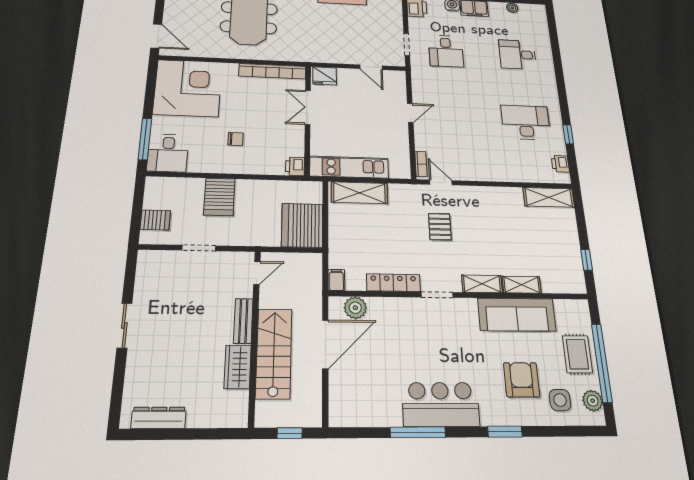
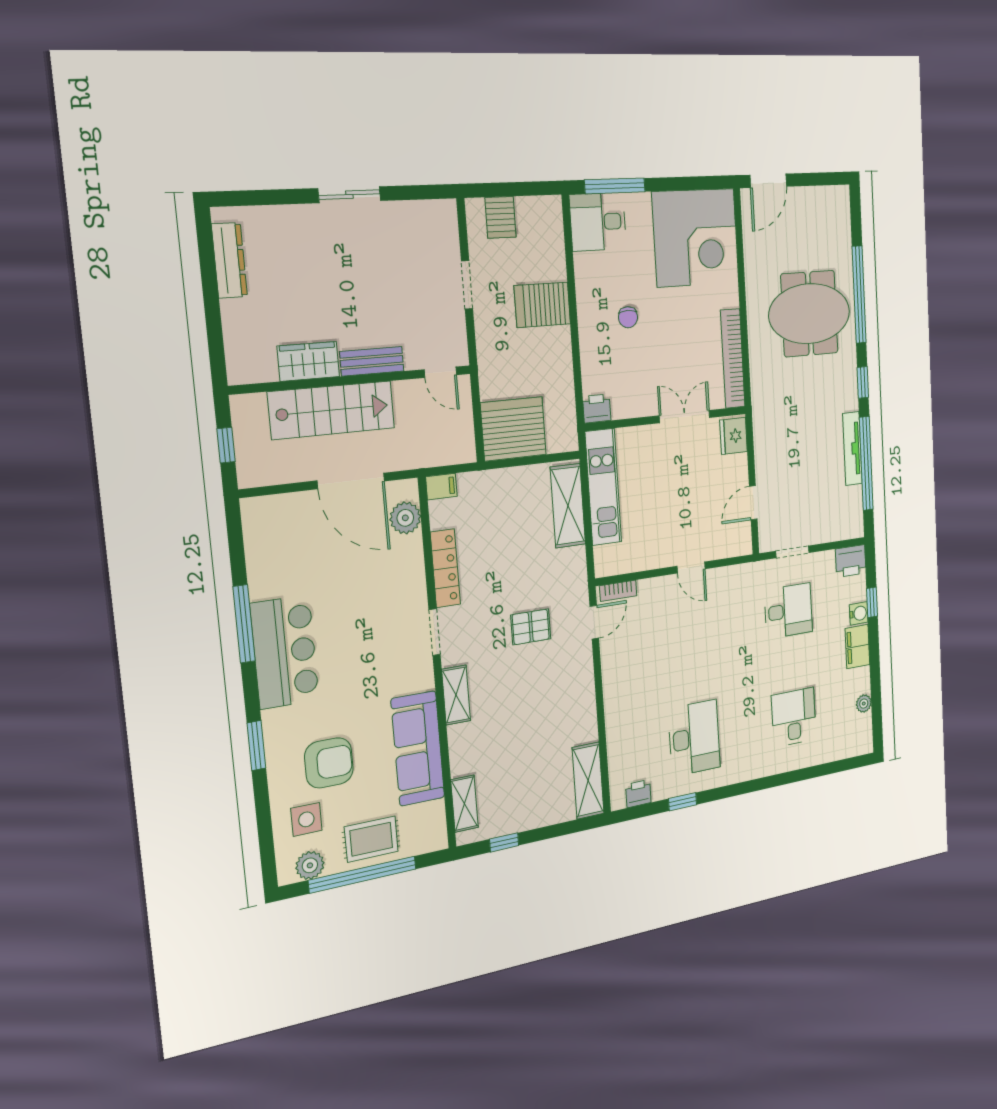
desk: (446, 51) -> (788, 611), turned 180
shelving: (522, 285) -> (464, 804), moved

